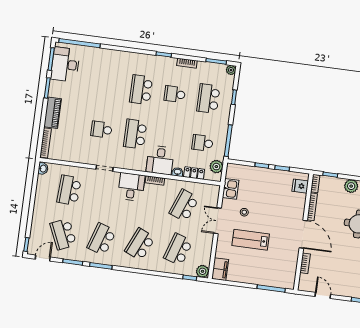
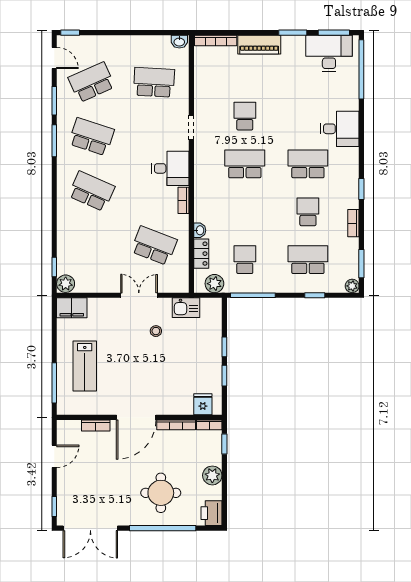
desk: (160, 160) -> (340, 129), moved, turned 180
lab bench: (251, 240) -> (85, 366), moved, turned 180
school desk: (178, 249) -> (92, 246), removed

